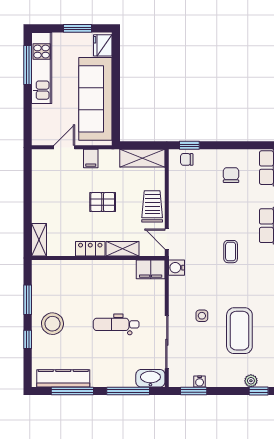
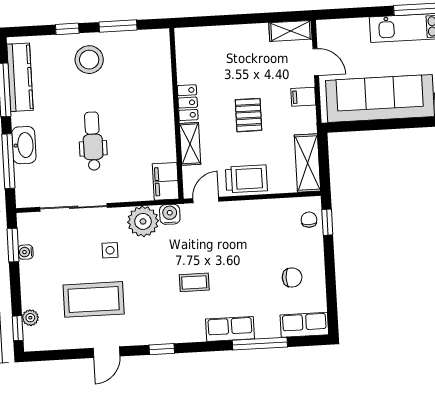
shelving: (39, 240) -> (290, 31), moved
plant: (181, 289) -> (143, 221), added
washbasin: (150, 378) -> (24, 145), moved

